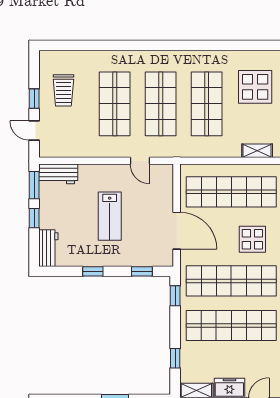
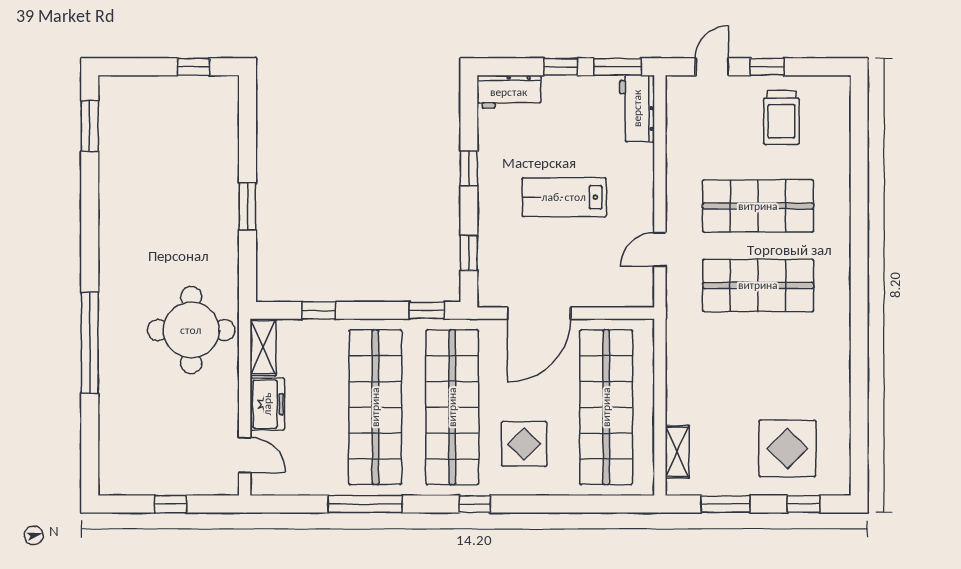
trolley: (63, 90) -> (781, 118), turned -90
shop shelf: (207, 104) -> (758, 365), removed

